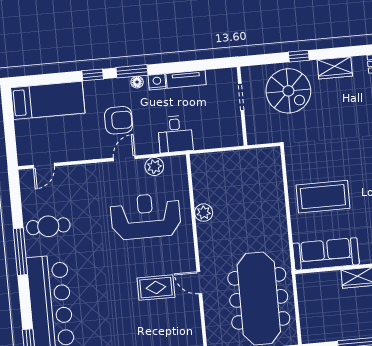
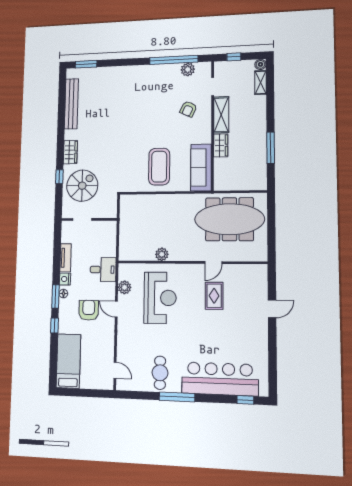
reception desk: (146, 216) -> (160, 298), turned 180

